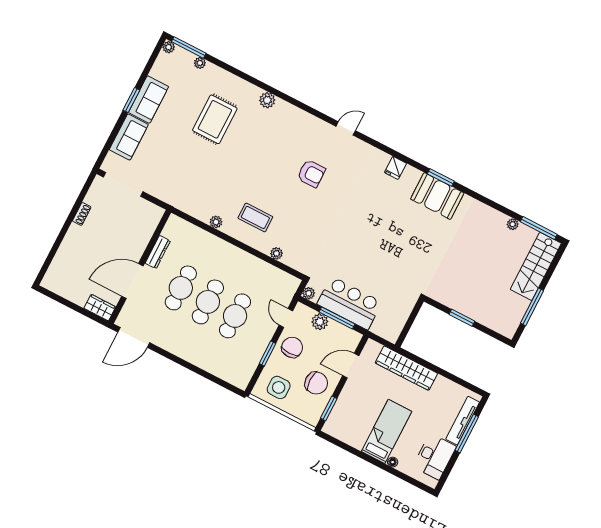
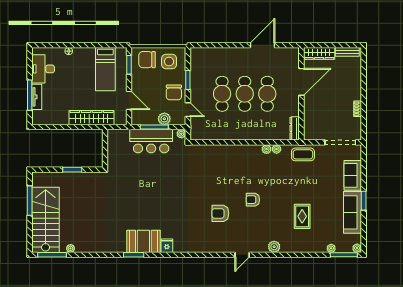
sofa: (149, 100) -> (352, 212), width x1.36
rug: (215, 119) -> (302, 216), width x0.73, depth x0.70
door: (346, 128) -> (242, 255), moved
armchair: (264, 170) -> (253, 200), added
booth: (437, 196) -> (143, 241), moved
coffee table: (255, 217) -> (303, 154), moved
dresser: (158, 252) -> (295, 128), moved
plant: (277, 253) -> (277, 149), moved
stairs: (536, 266) -> (46, 220), width x1.36, depth x1.51
bench: (59, 289) -> (347, 52), added
wardrobe: (100, 308) -> (319, 53), width x1.50
door: (134, 337) -> (262, 45), moved
door: (351, 366) -> (129, 100), hinge flipped
chair: (316, 383) -> (147, 60), moved
tv unit: (463, 421) -> (37, 97), width x0.71
bed: (387, 431) -> (105, 69), moved

